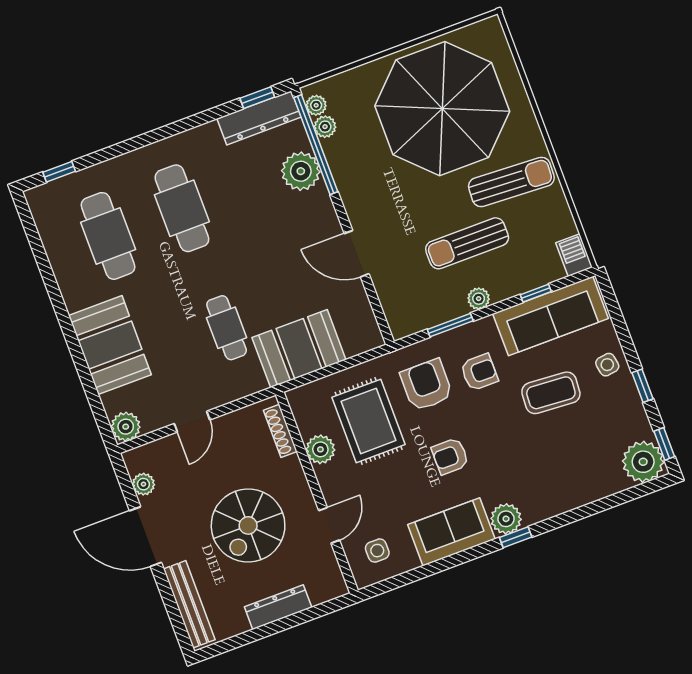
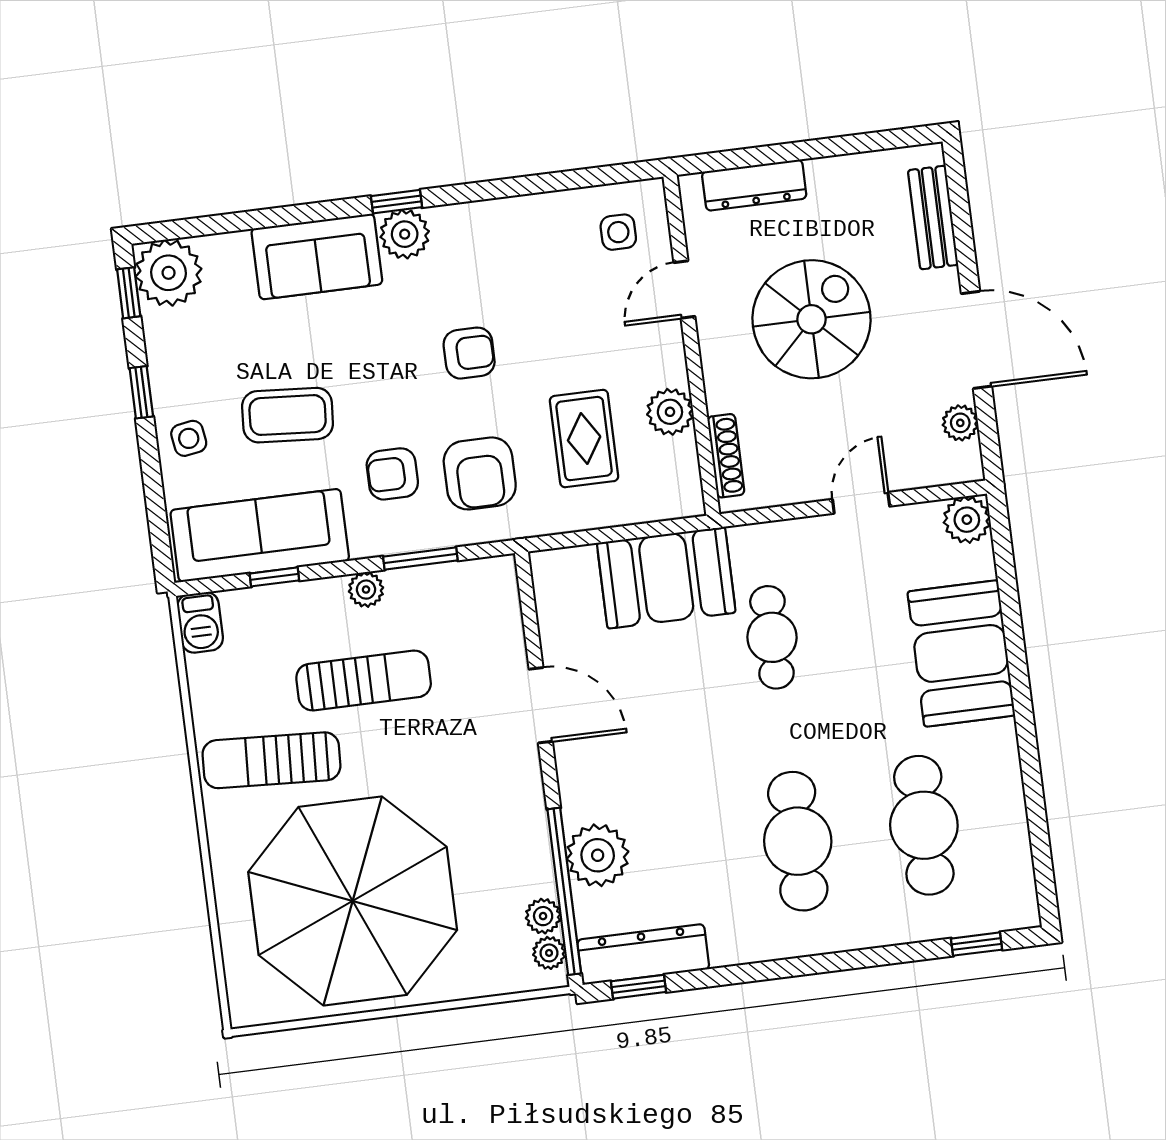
rug: (368, 421) -> (584, 439), width x0.73, depth x0.70
sofa: (451, 532) -> (317, 256), moved
bench: (189, 604) -> (933, 217), width x0.73
dresser: (278, 607) -> (754, 185), moved

